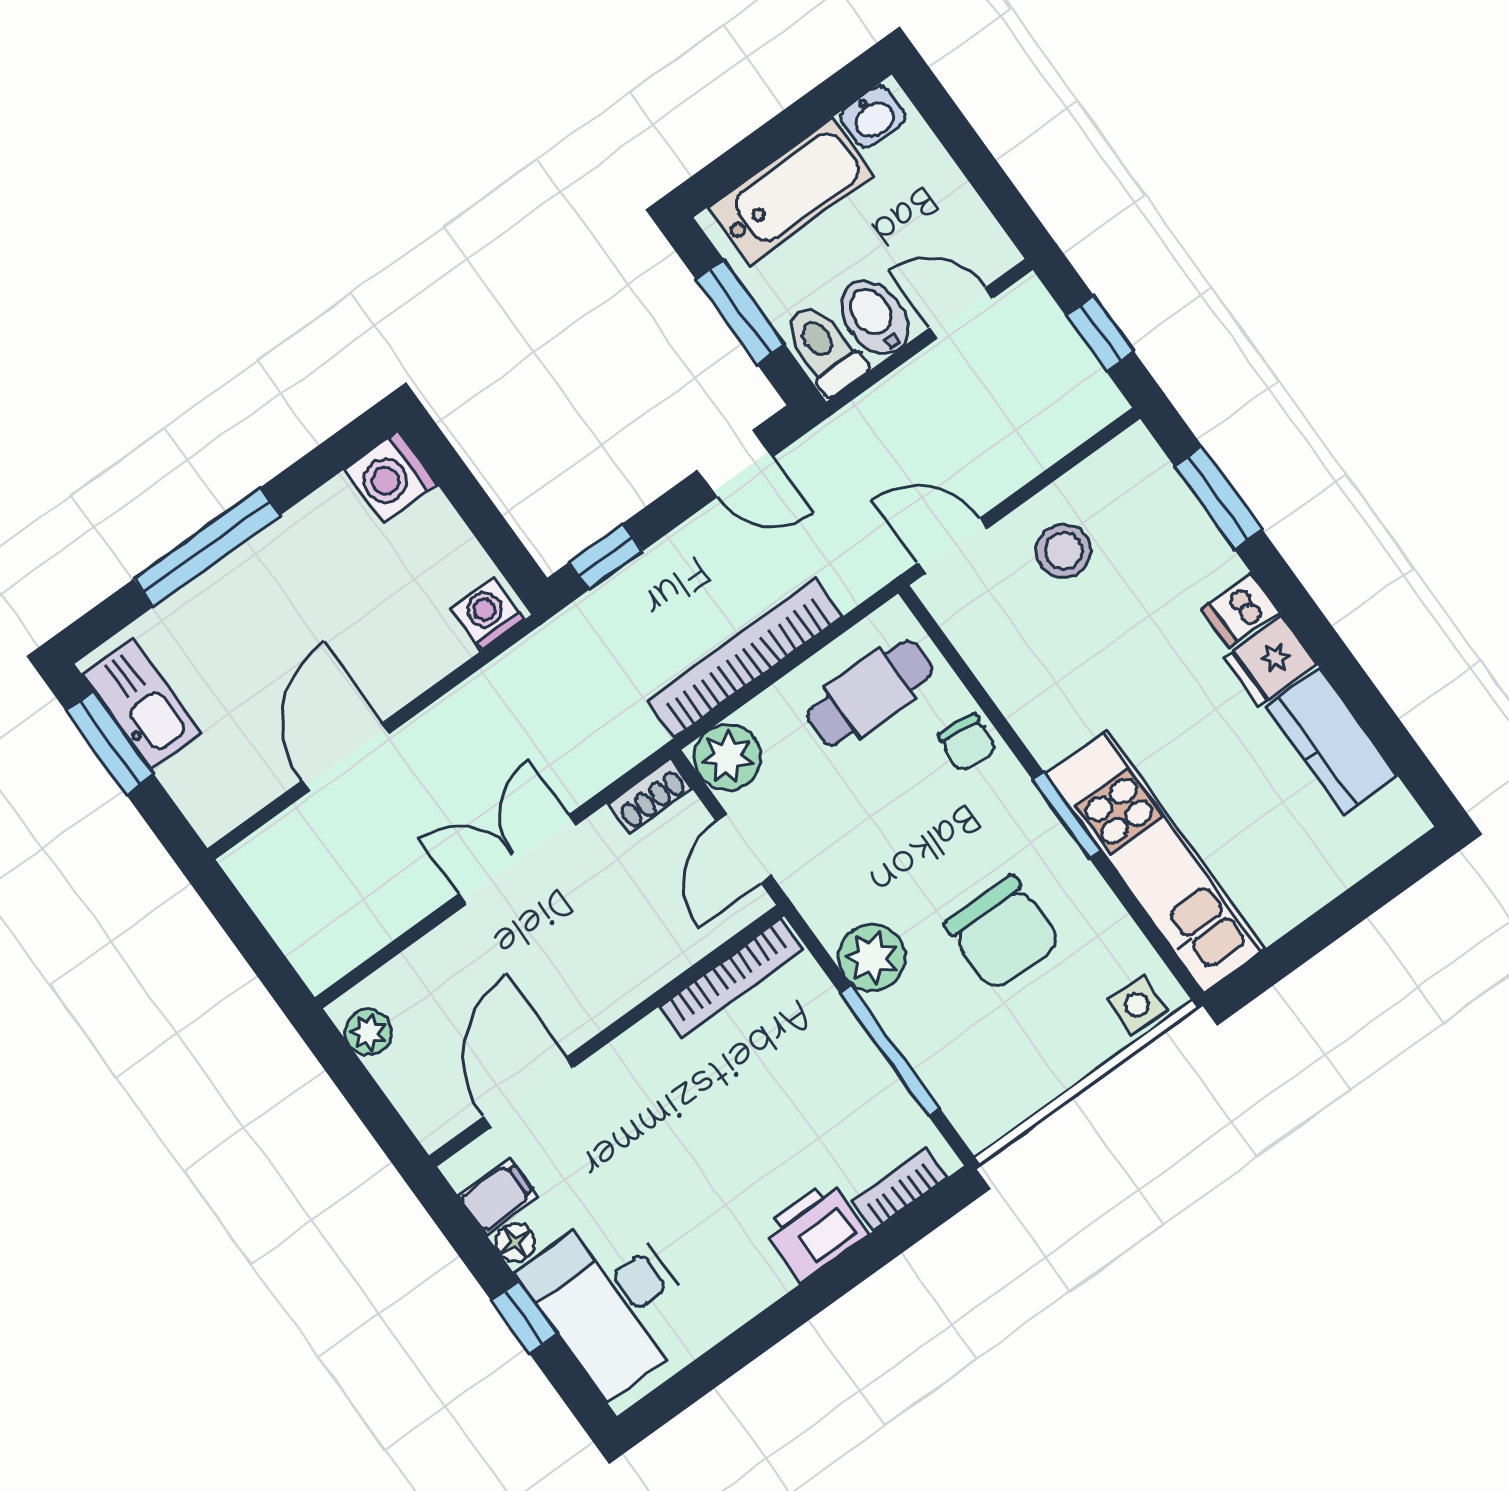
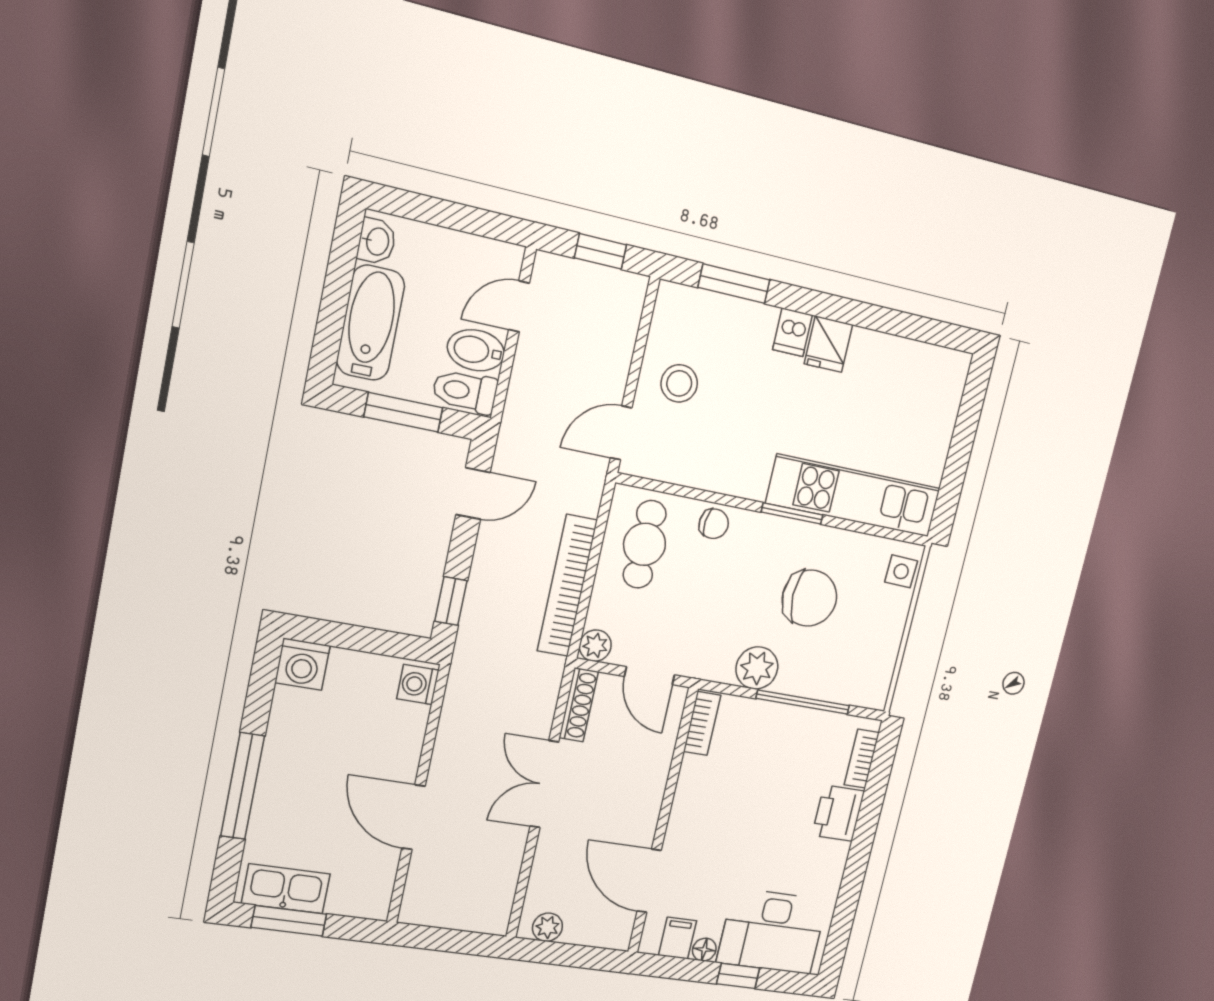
kitchen counter: (1332, 741) -> (891, 357), removed
plant: (727, 757) -> (595, 646), width x0.73, depth x0.73
shoe rack: (650, 795) -> (579, 705), width x1.43
bookcase: (731, 978) -> (702, 723), width x0.64

